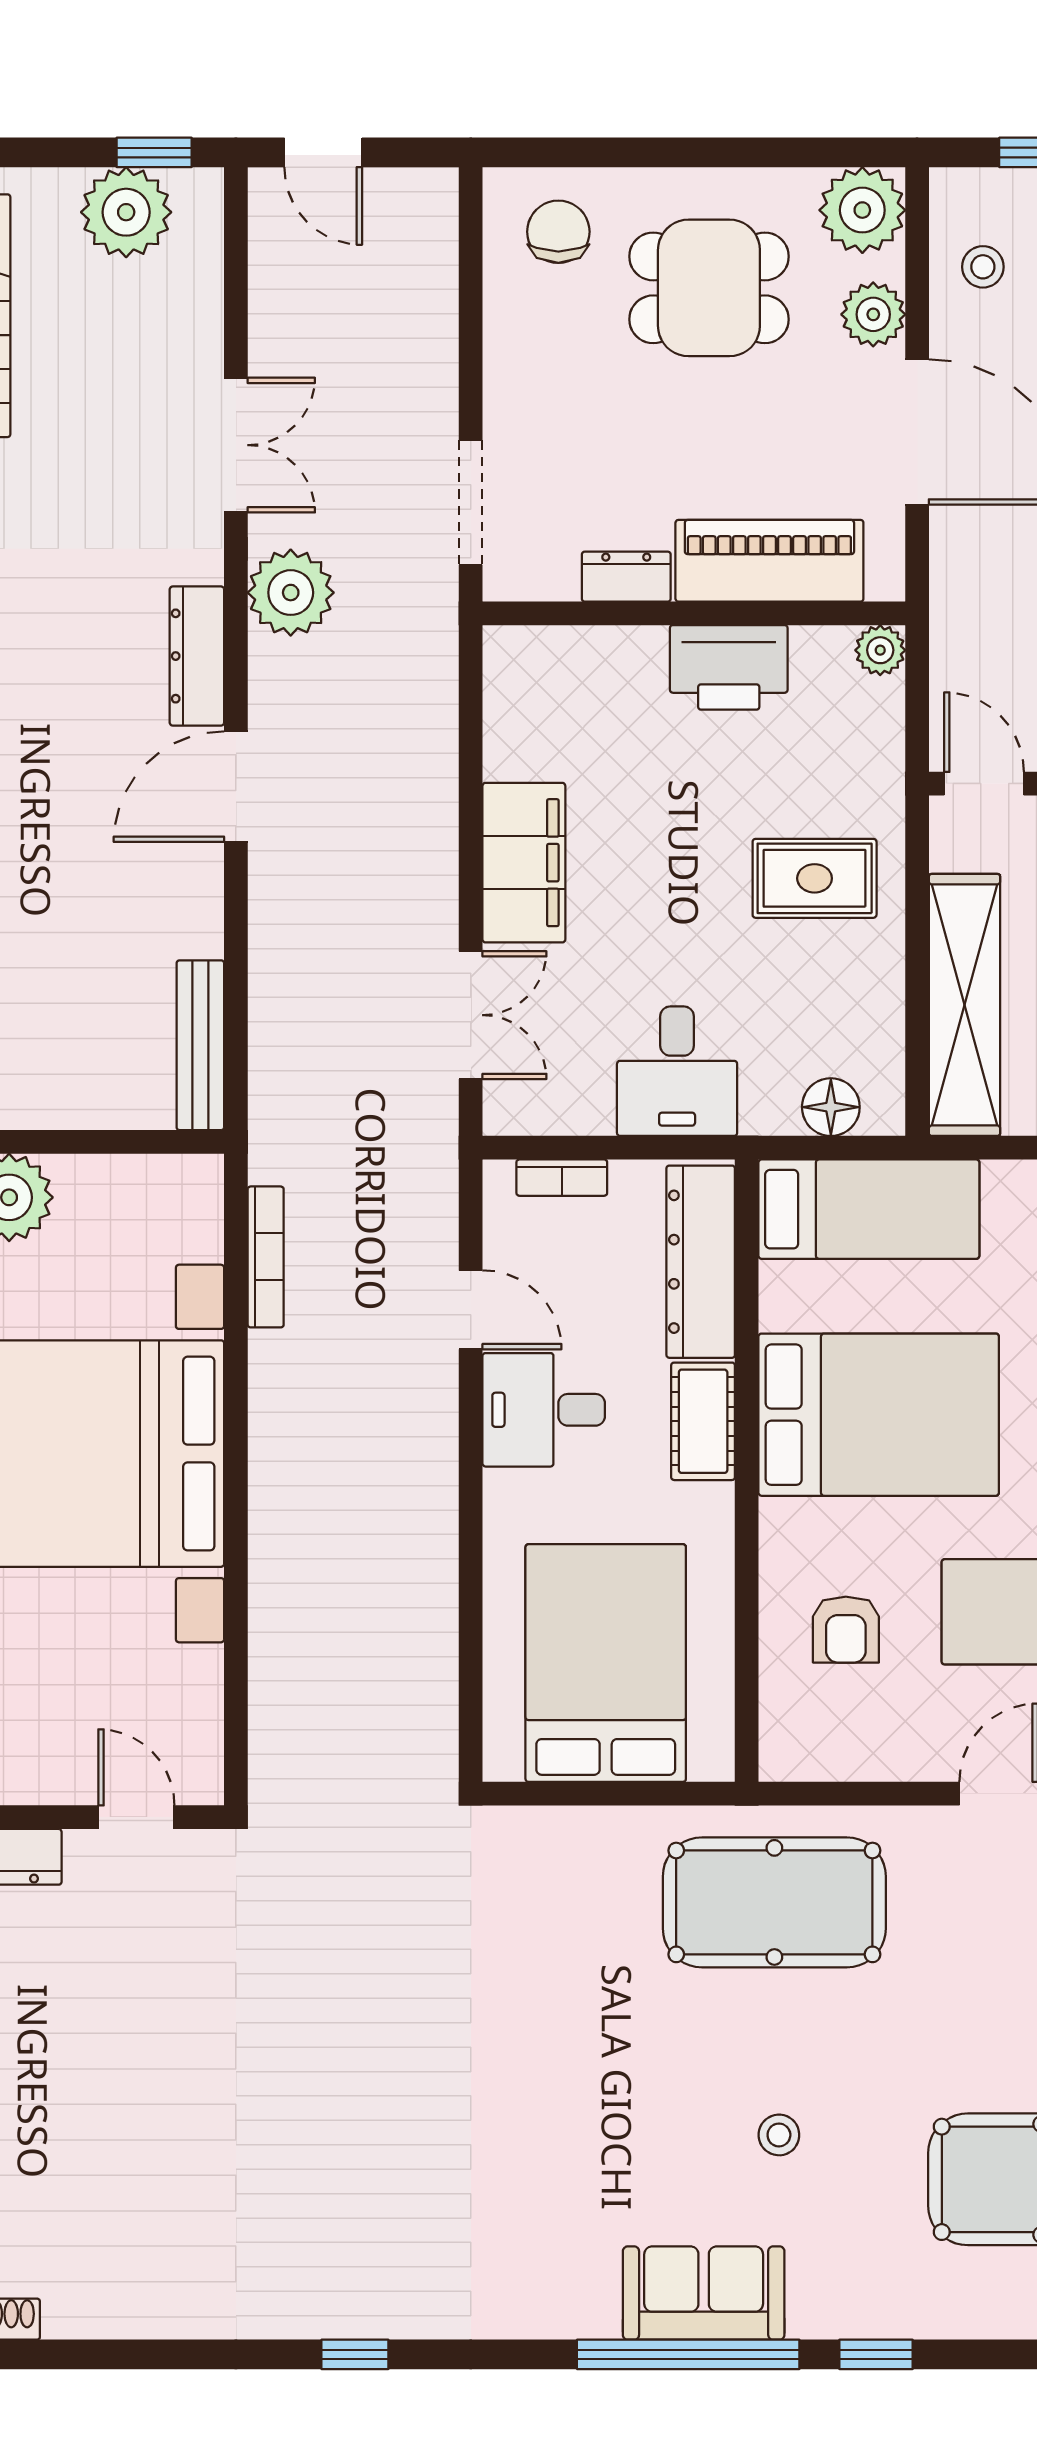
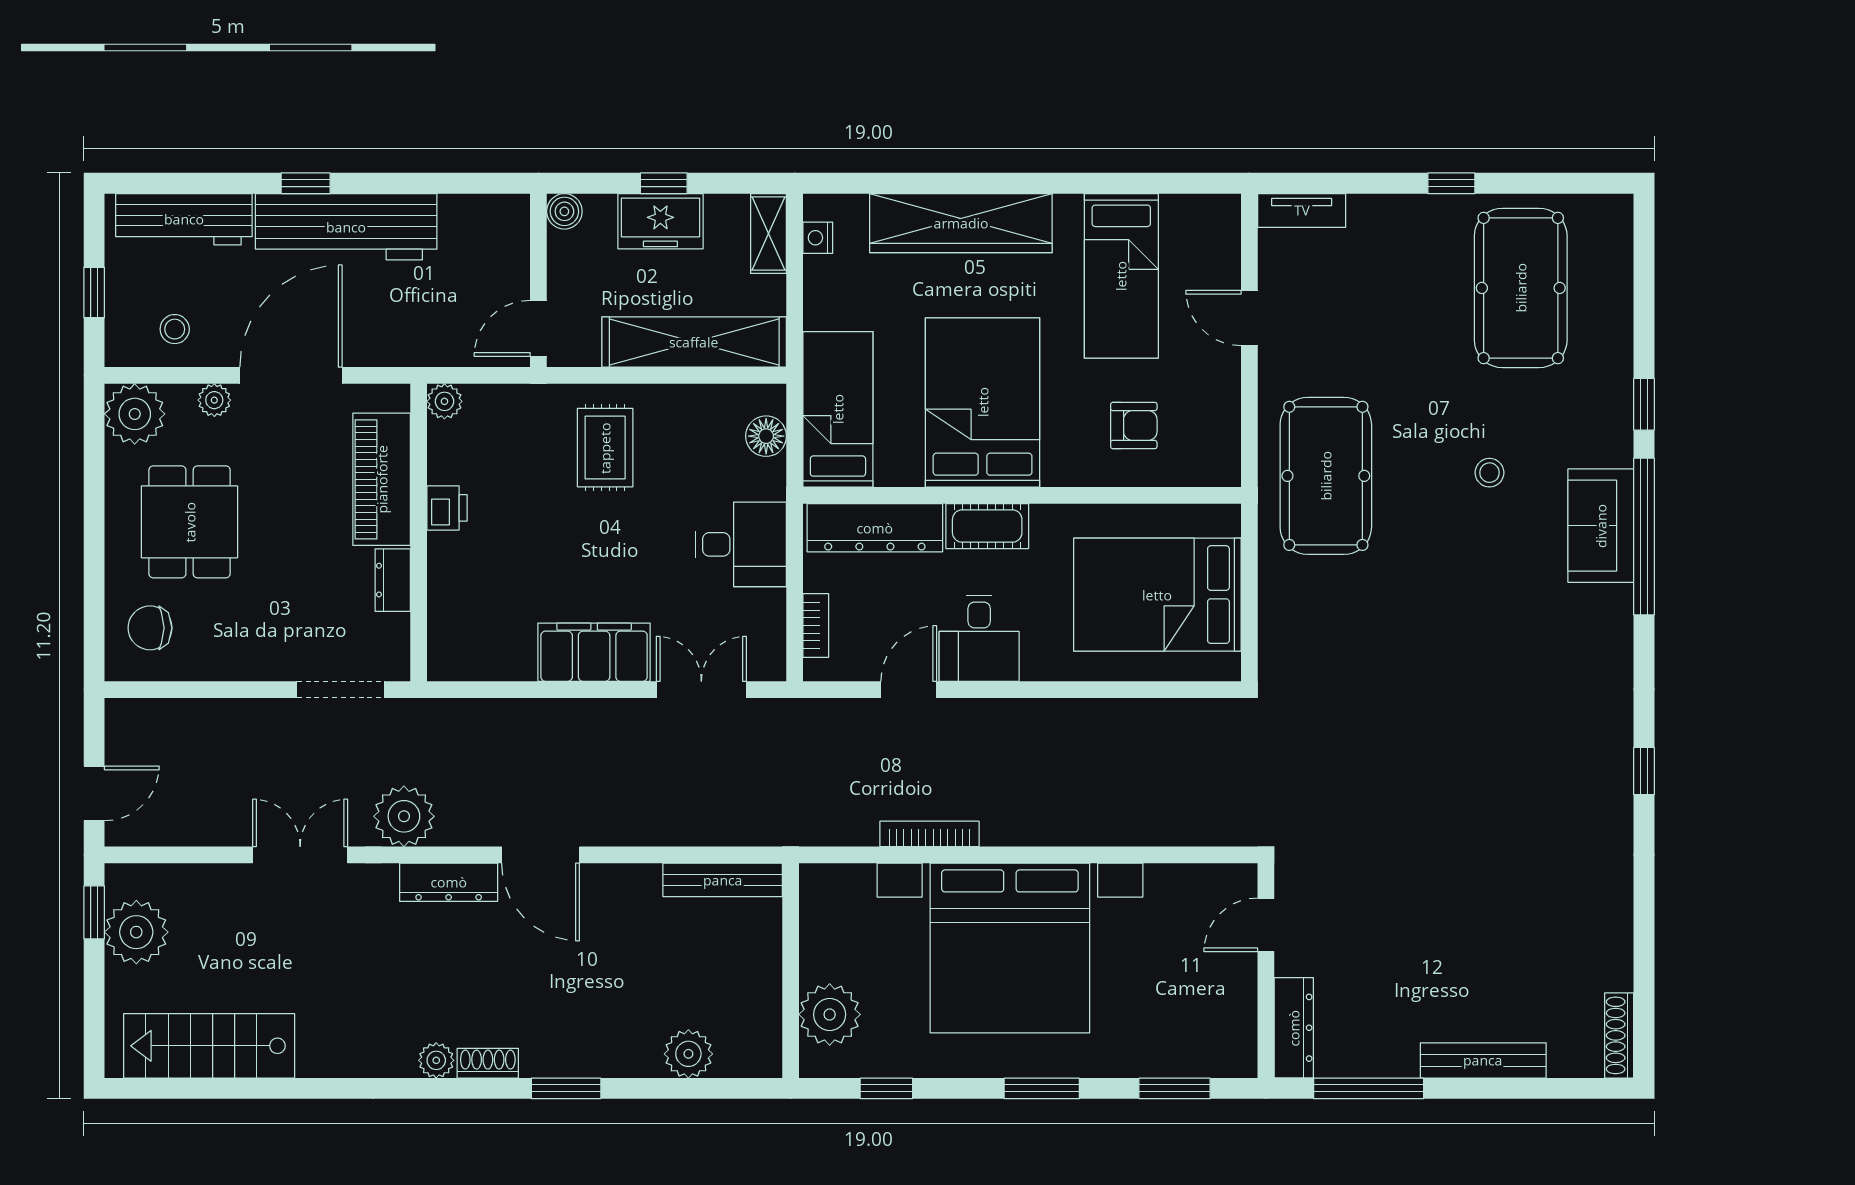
plant: (873, 314) -> (214, 400), width x0.73, depth x0.73
printer: (729, 667) -> (447, 508), width x0.53, depth x0.68
bookcase: (266, 1257) -> (930, 834), moved

